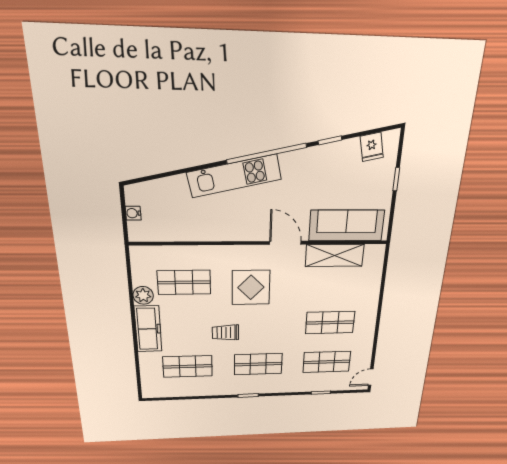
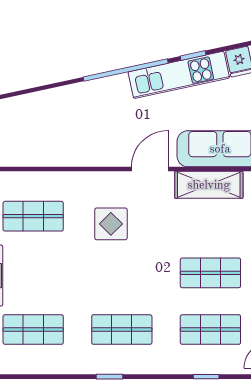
kitchen unit: (234, 176) -> (179, 75), moved
door: (285, 243) -> (150, 169), hinge flipped
display table: (251, 287) -> (111, 224), width x0.73, depth x0.73
trolley: (225, 333) -> (81, 283), removed

